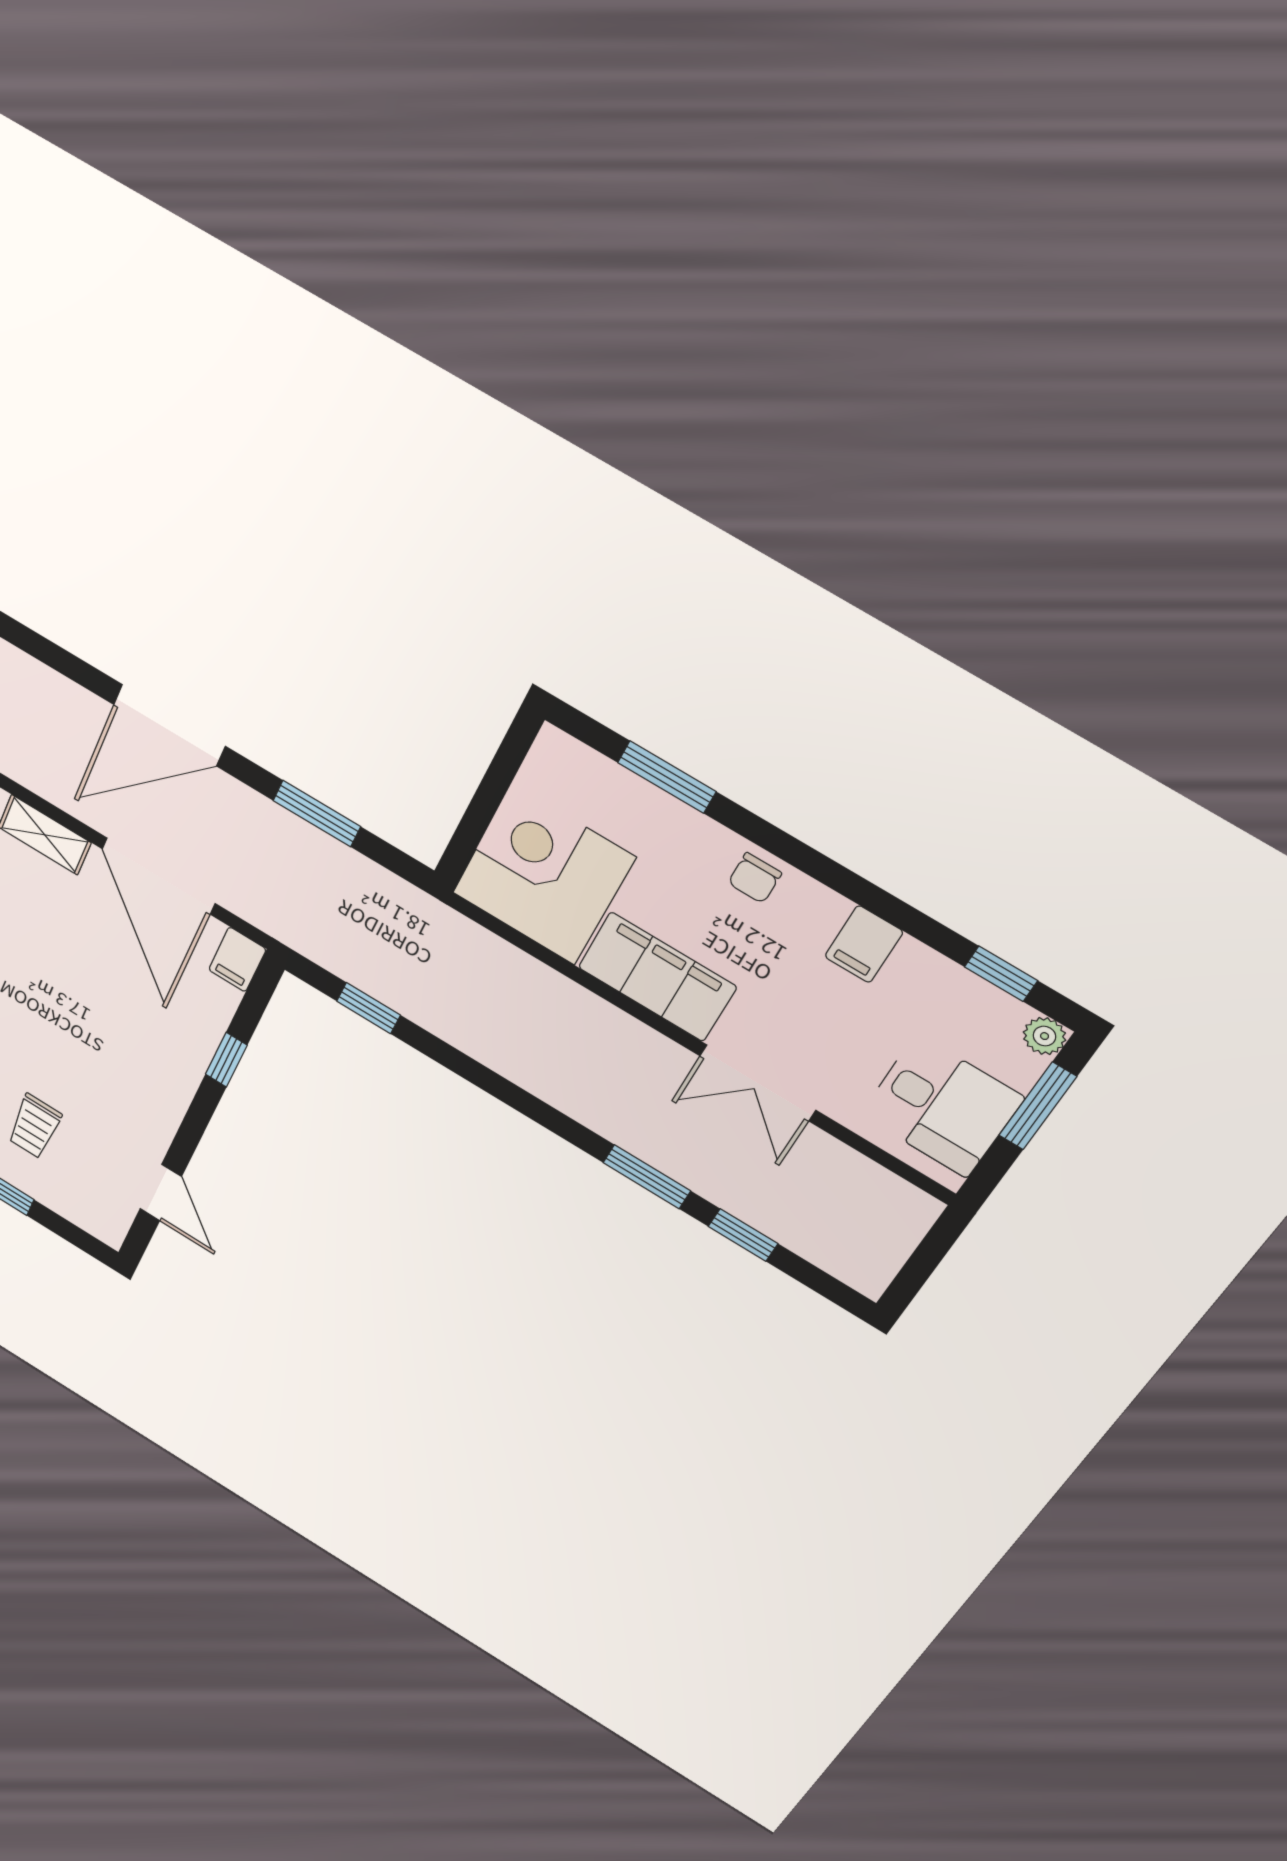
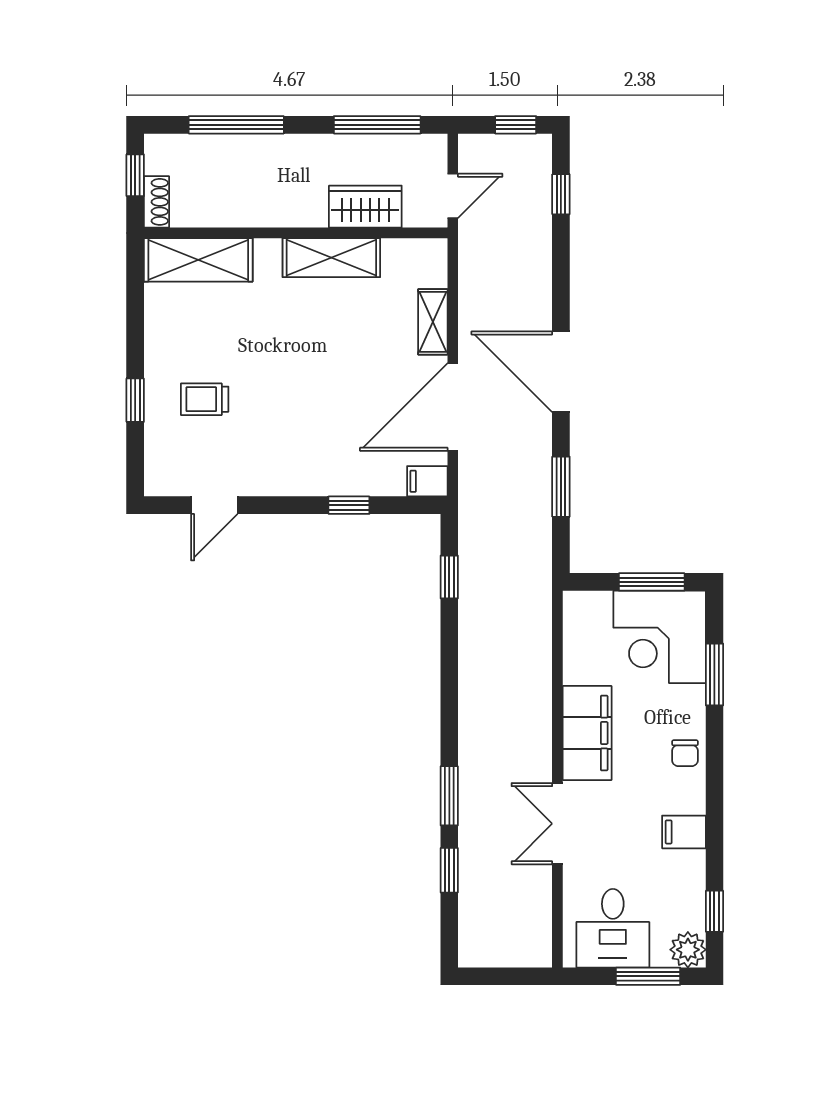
window: (497, 780) -> (652, 582), added
corner desk: (543, 875) -> (660, 637), moved, turned 180
chair: (755, 878) -> (685, 753), turned -90
plant: (1045, 1036) -> (688, 950), width x1.38, depth x1.38

